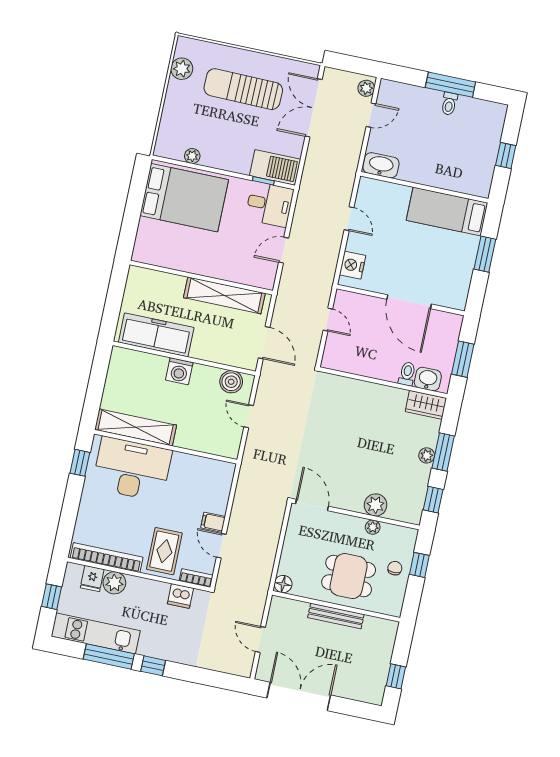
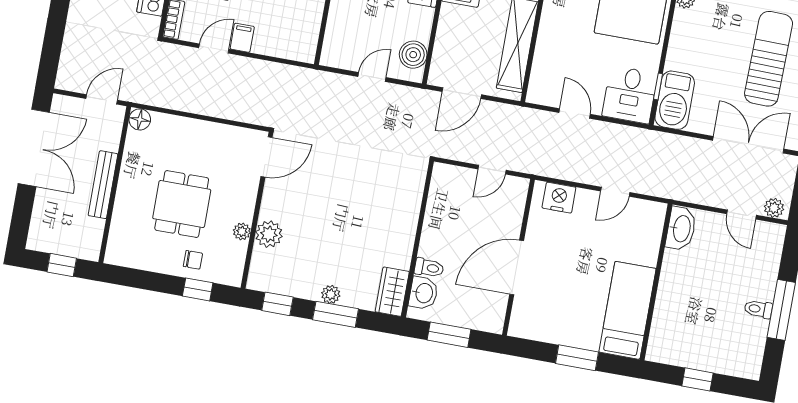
floor lamp: (283, 584) -> (140, 119), moved
wall: (336, 606) -> (115, 185), moved
bench: (336, 616) -> (103, 185), moved

